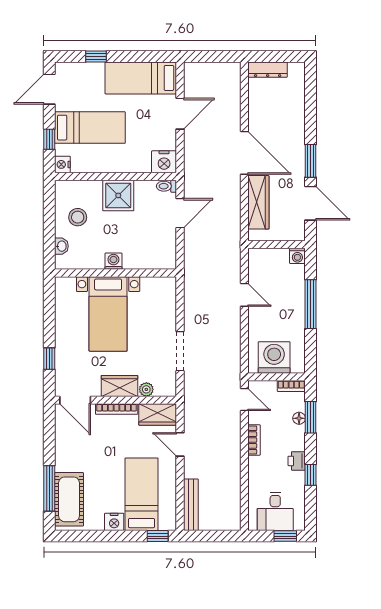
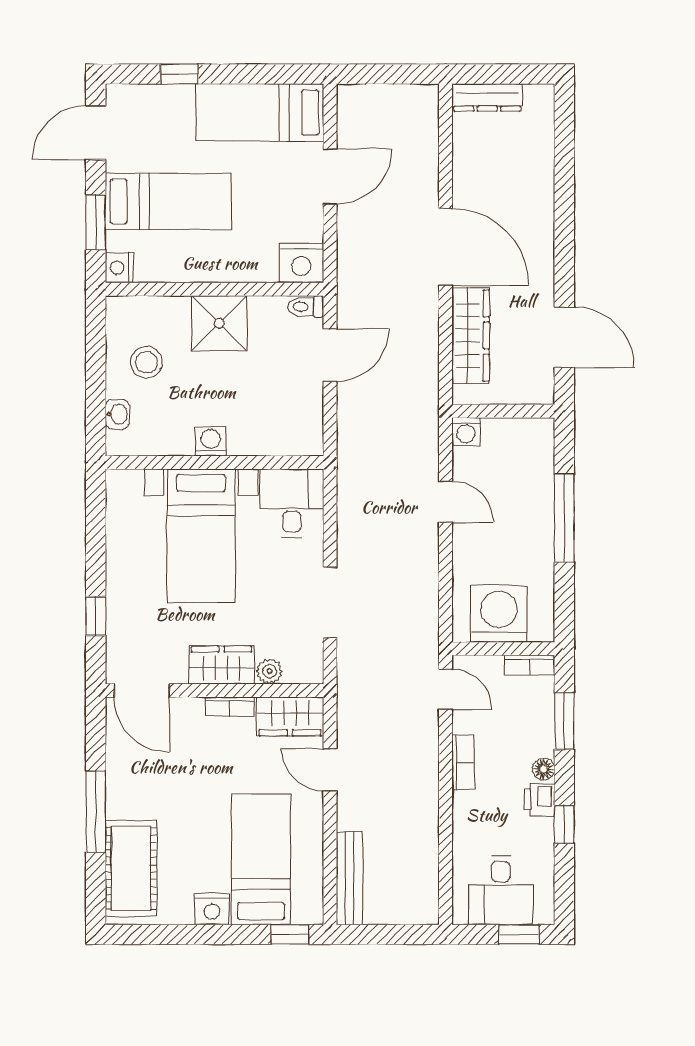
window: (49, 139) -> (96, 222), width x1.50
window: (311, 161) -> (564, 261), removed
washing machine: (297, 256) -> (466, 432), moved
desk: (159, 296) -> (292, 503), added
bookcase: (117, 409) -> (230, 706), width x0.64
floor lamp: (299, 418) -> (544, 769), moved
window: (49, 488) -> (96, 812), moved

